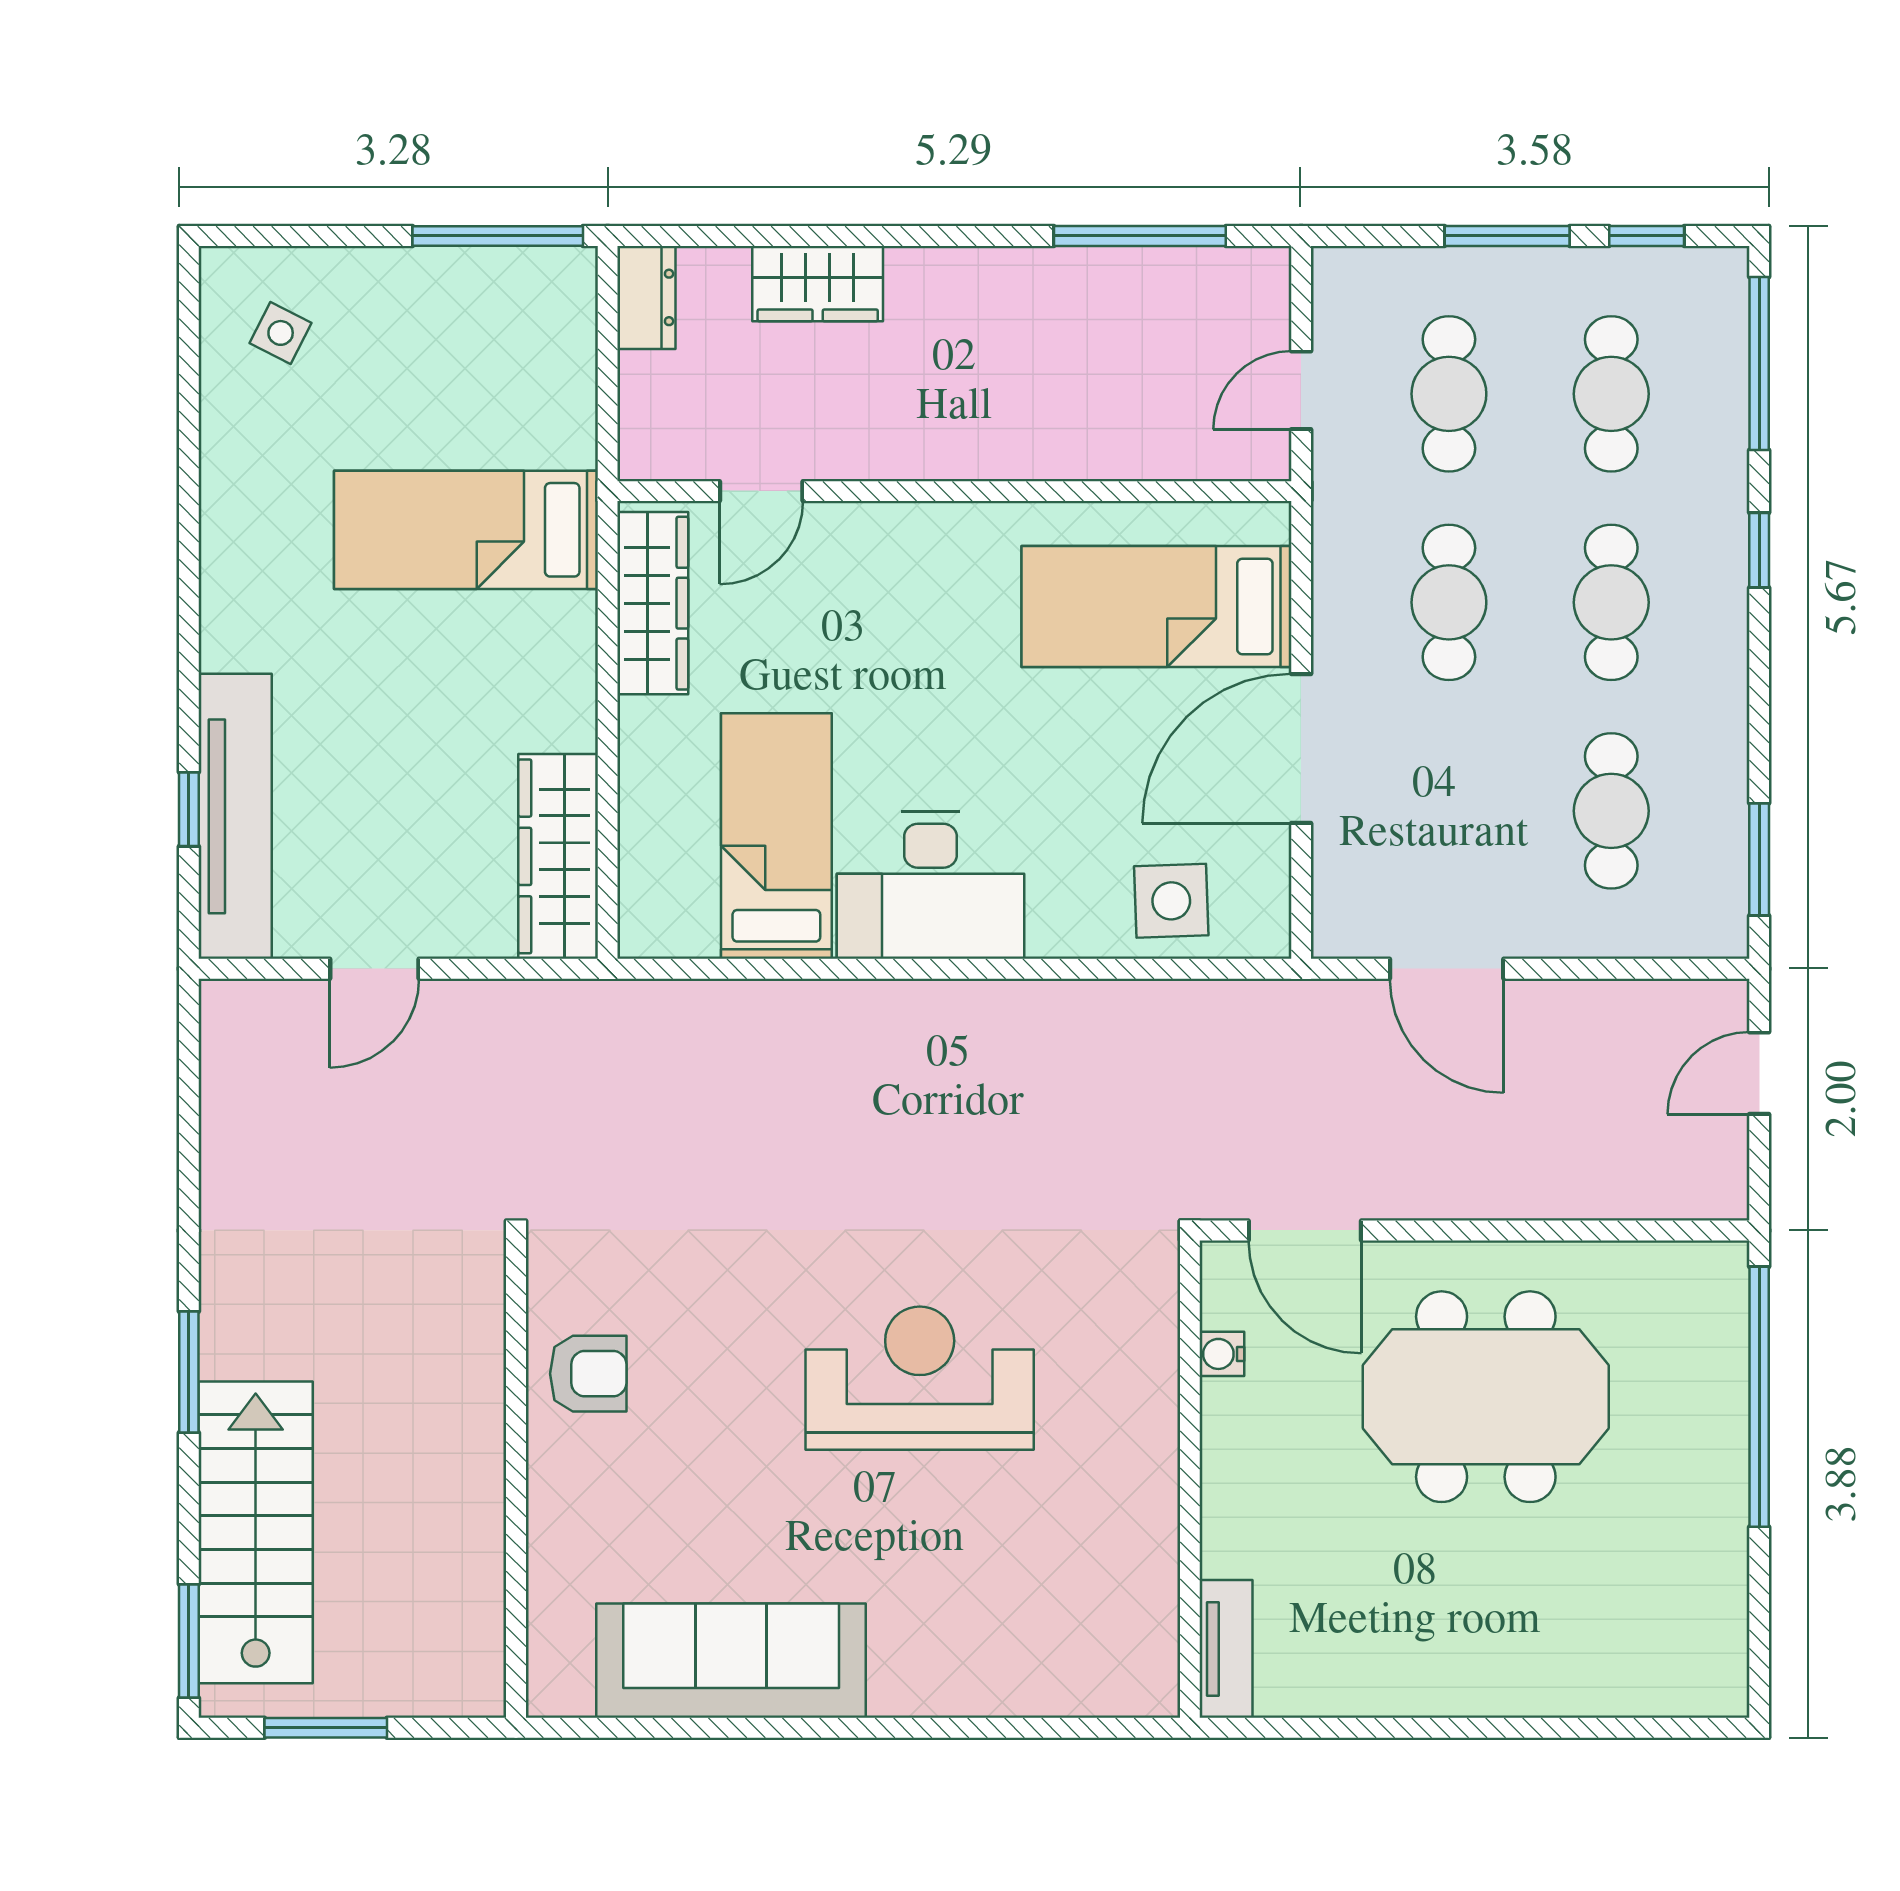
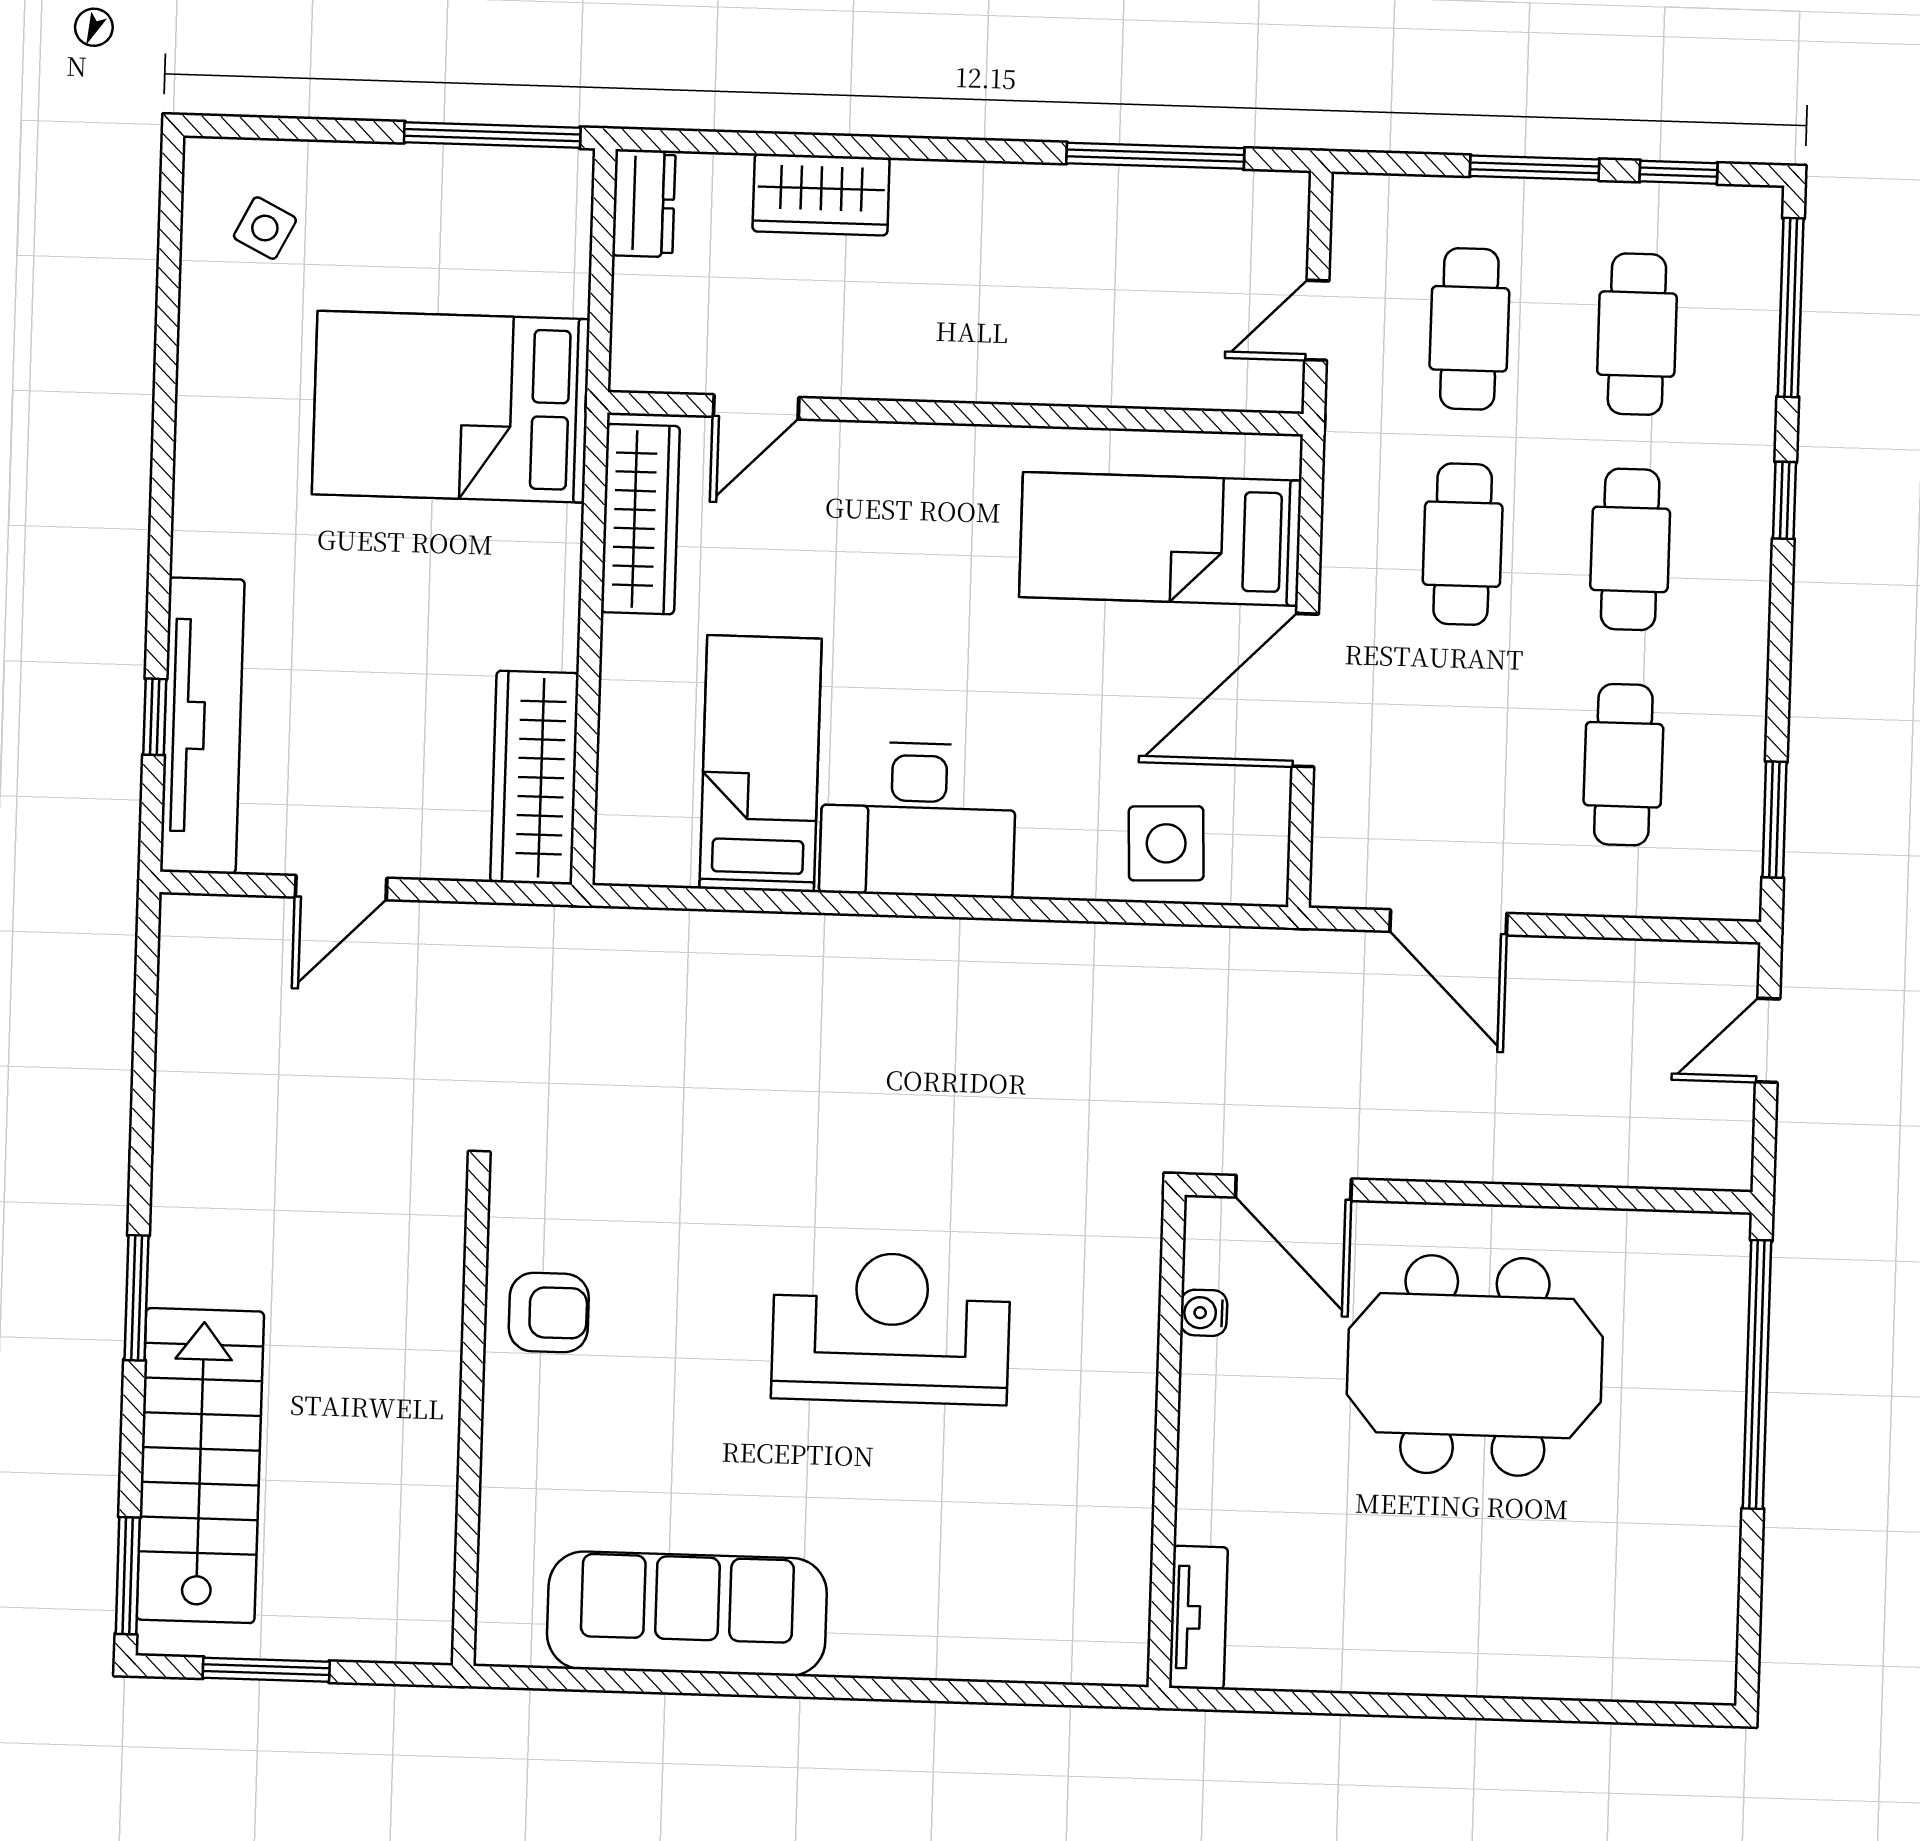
bed: (466, 530) -> (451, 407), width x1.50

